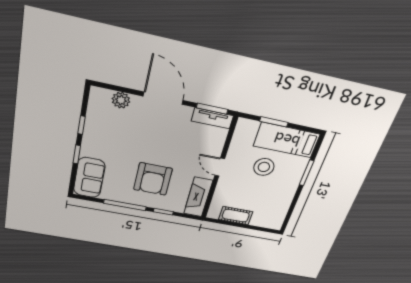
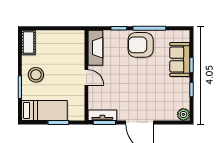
plant: (121, 100) -> (183, 114), moved
stool: (264, 167) -> (36, 75), moved
sofa: (89, 178) -> (180, 59), moved
armchair: (153, 179) -> (141, 45), moved, turned -90
cot: (236, 216) -> (28, 42), moved, turned 90

